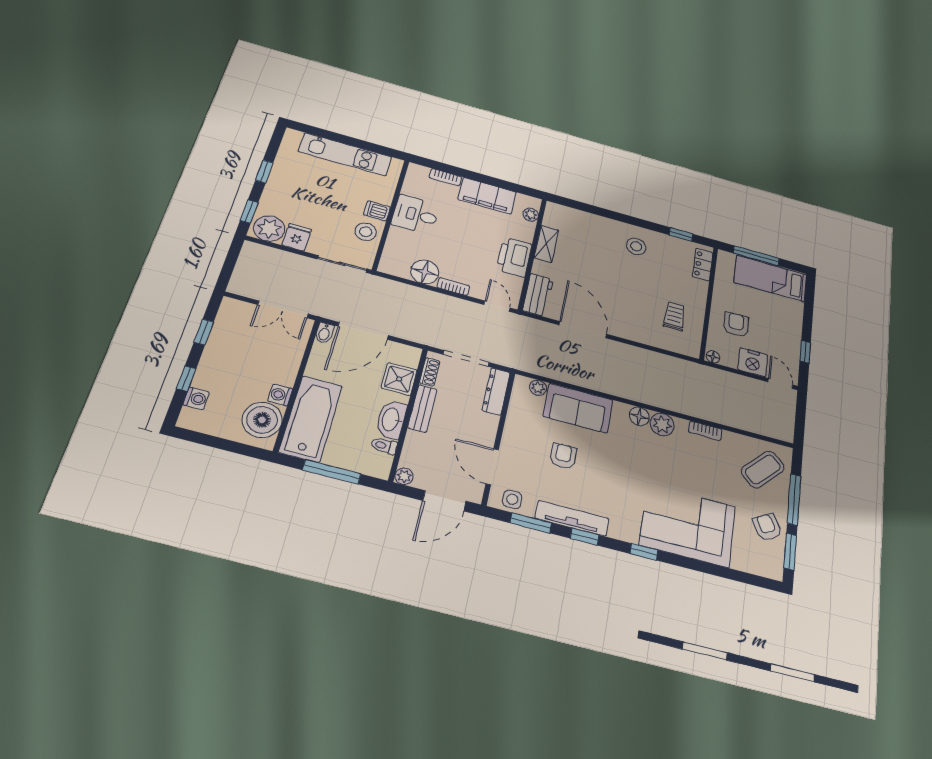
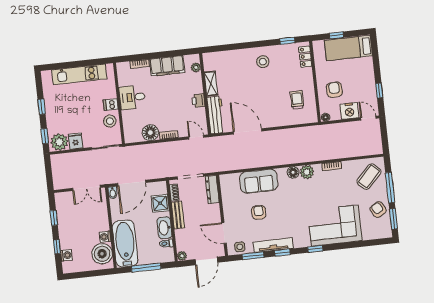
window: (756, 256) -> (336, 35), width x0.46
printer: (514, 257) -> (198, 101), width x0.53, depth x0.68
workbench: (538, 295) -> (216, 115), width x1.38
plant: (538, 388) -> (234, 178), removed

